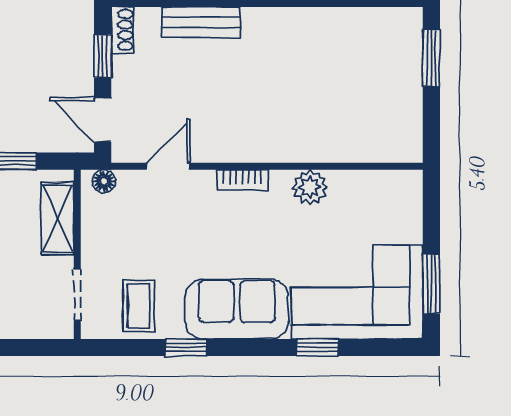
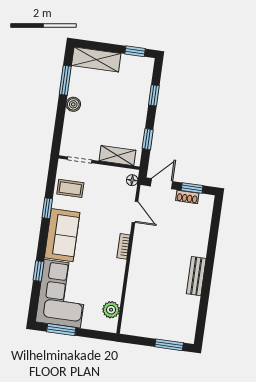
bench: (201, 22) -> (196, 276), moved
shoe rack: (122, 30) -> (187, 197), moved
plant: (310, 187) -> (111, 310), moved

